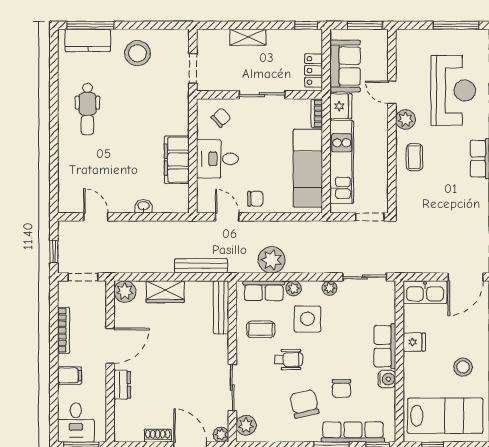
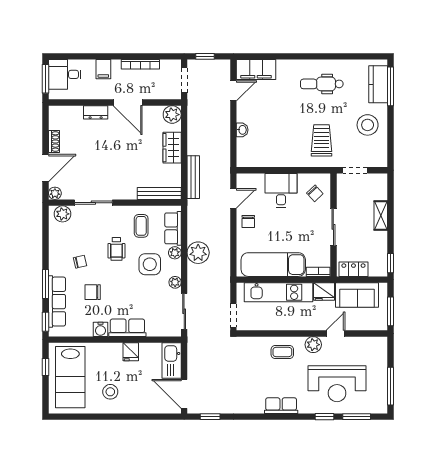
trolley: (156, 109) -> (321, 140), added
filing cabinet: (177, 160) -> (256, 70), moved, turned 180
plant: (272, 260) -> (198, 253), moved
chair: (304, 404) -> (80, 262), width x0.54, depth x0.54

